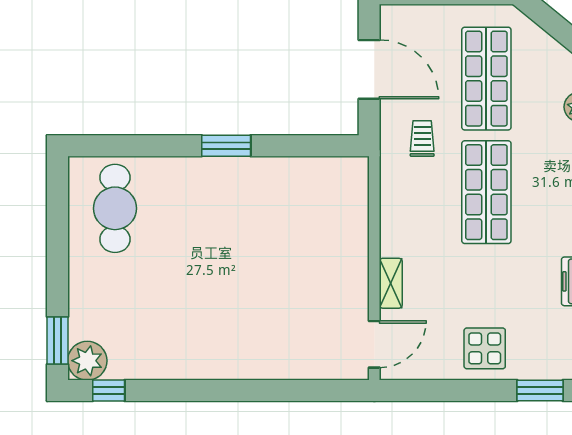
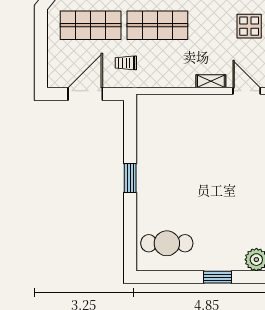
window: (57, 340) -> (218, 277), moved

